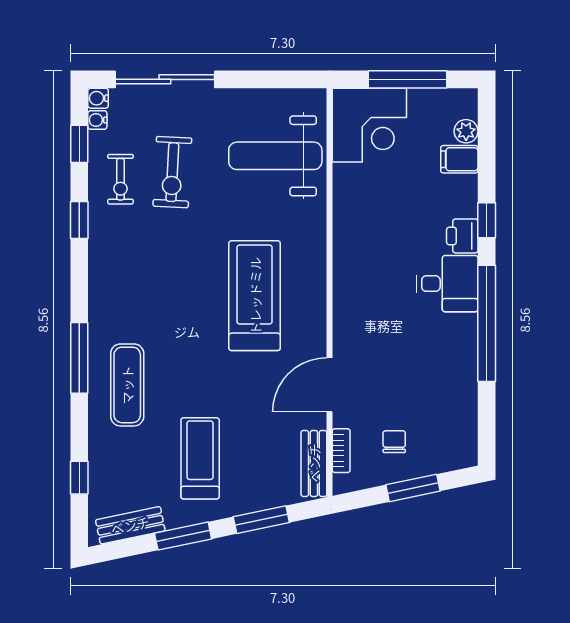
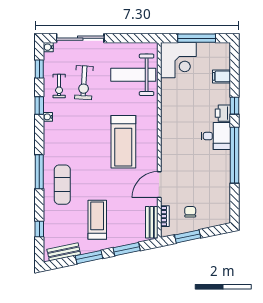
water cooler: (97, 120) -> (48, 117), moved
plant: (466, 131) -> (225, 63), removed
treadmill: (255, 296) -> (123, 142), turned 180
window: (413, 488) -> (188, 236), moved

